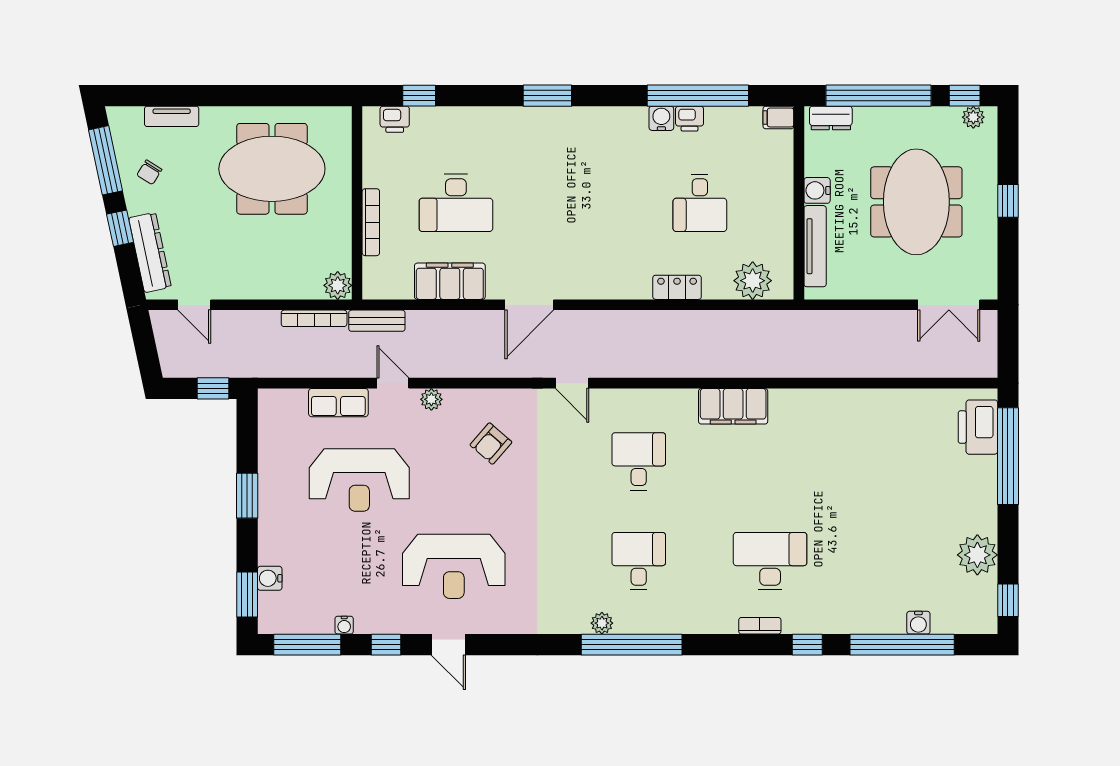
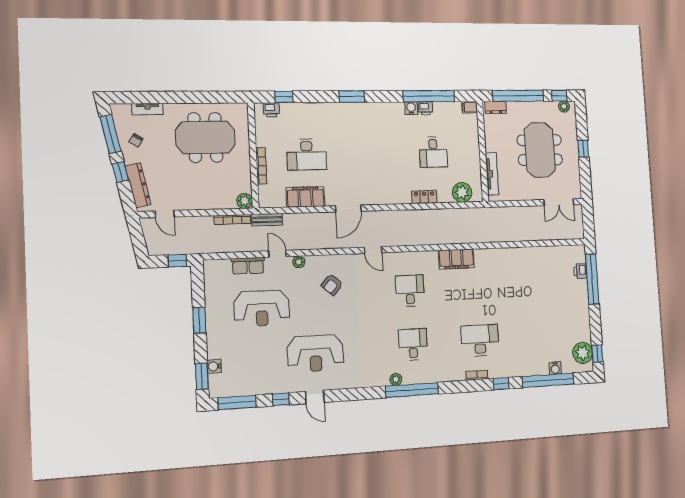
water cooler: (817, 190) -> (491, 145), removed
printer: (978, 427) -> (580, 271), width x0.53, depth x0.68
plant: (977, 555) -> (583, 353), moved
water cooler: (344, 625) -> (257, 390), removed

